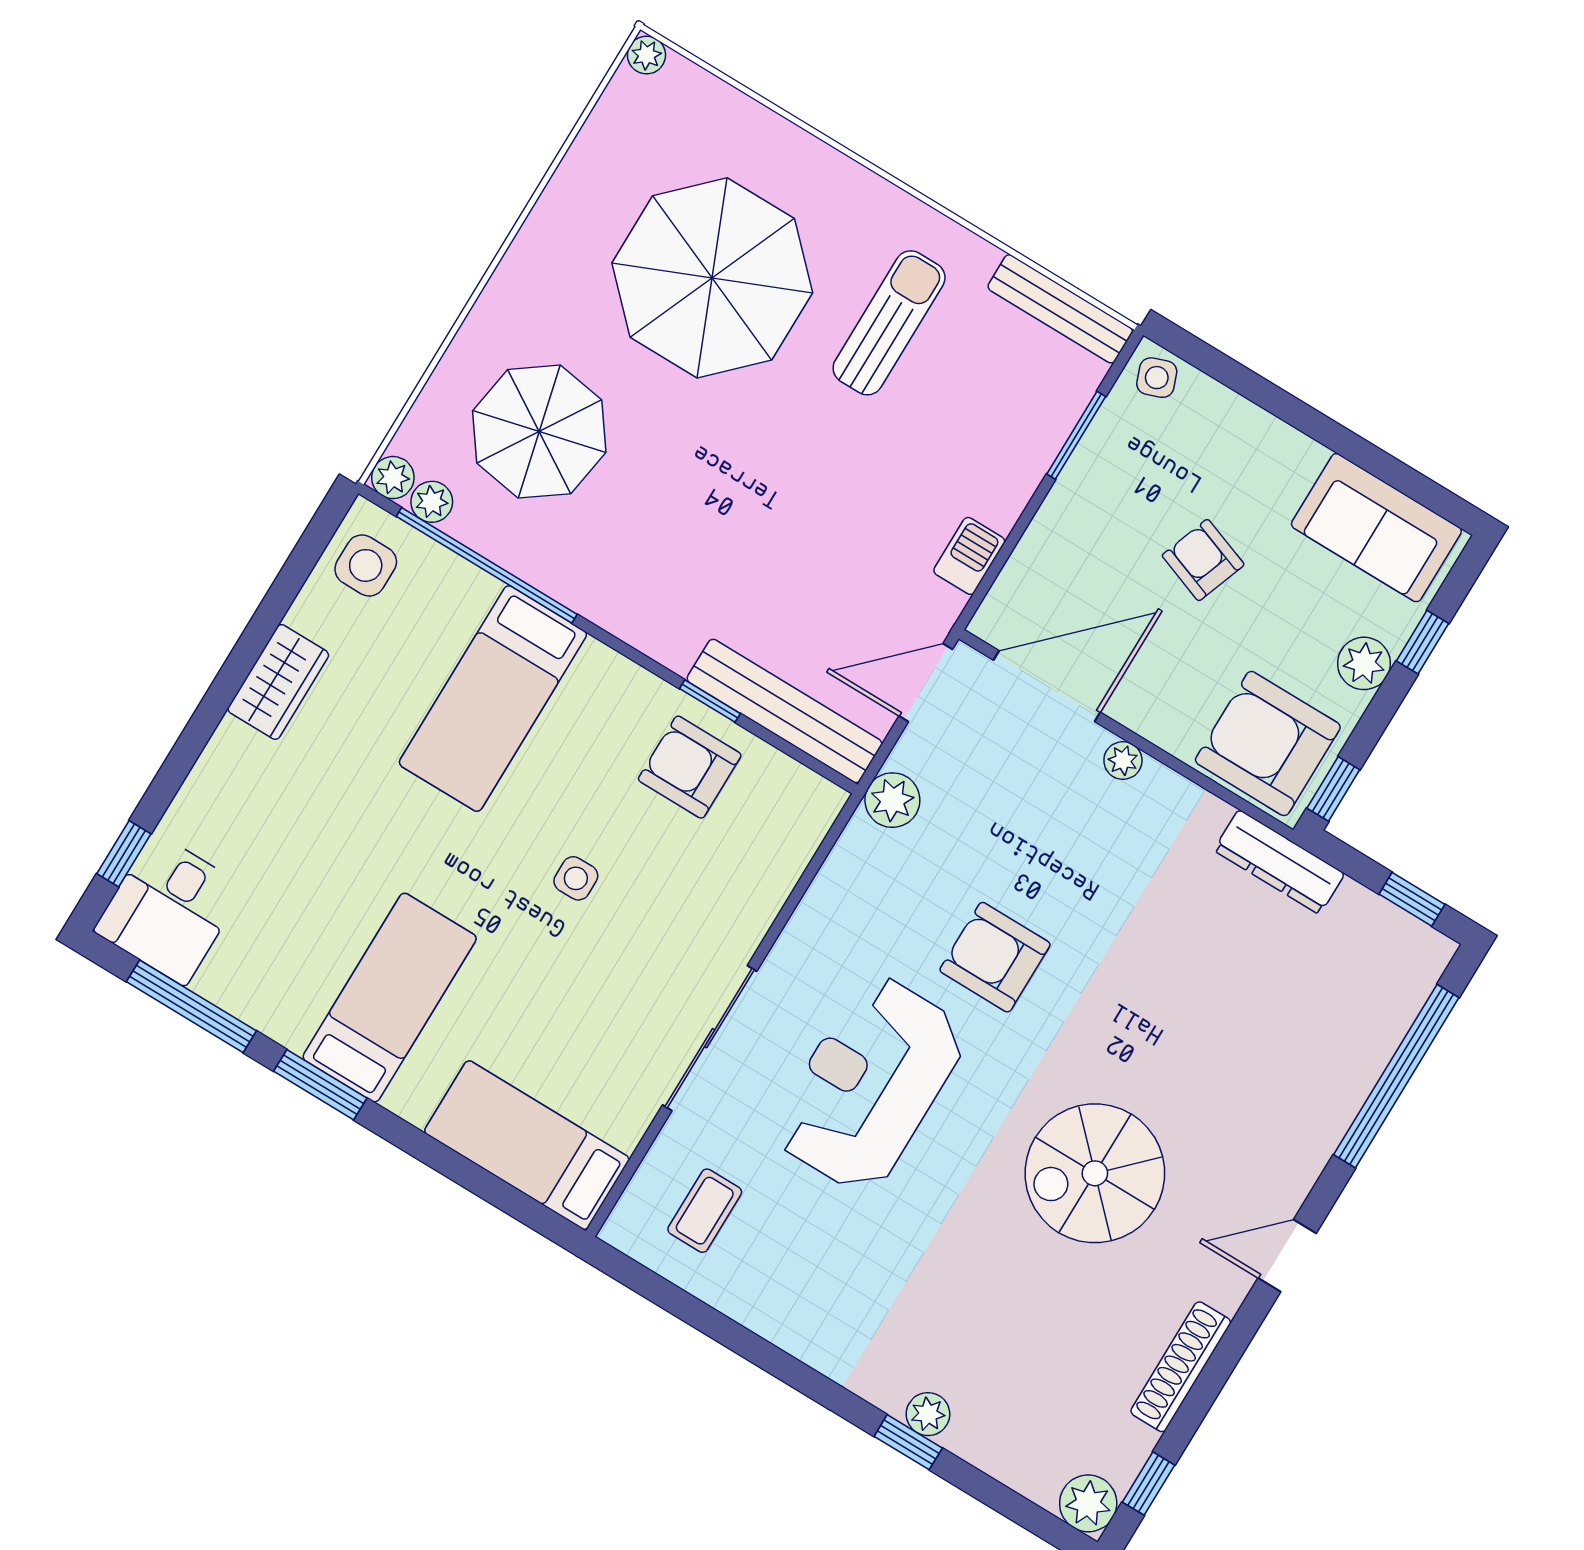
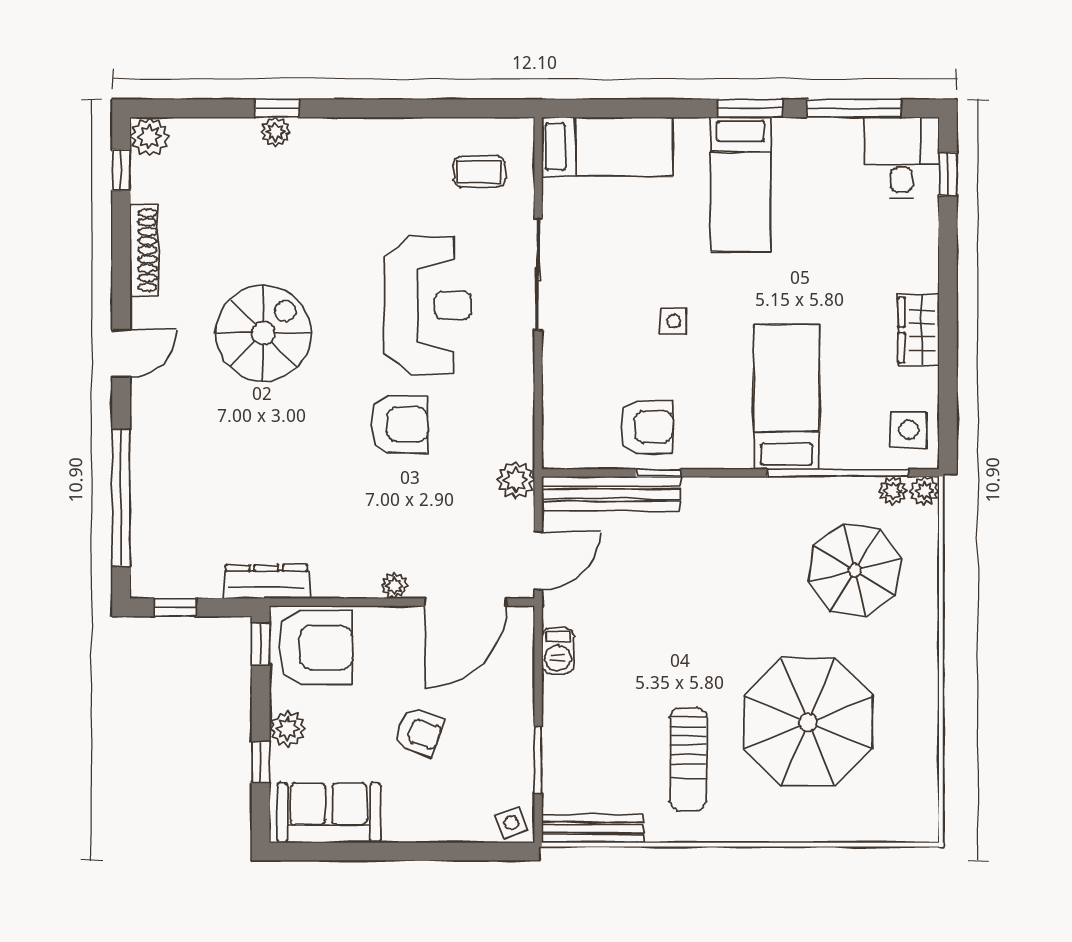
plant: (647, 55) -> (926, 830), removed
coffee table: (705, 1211) -> (479, 172), turned 90

